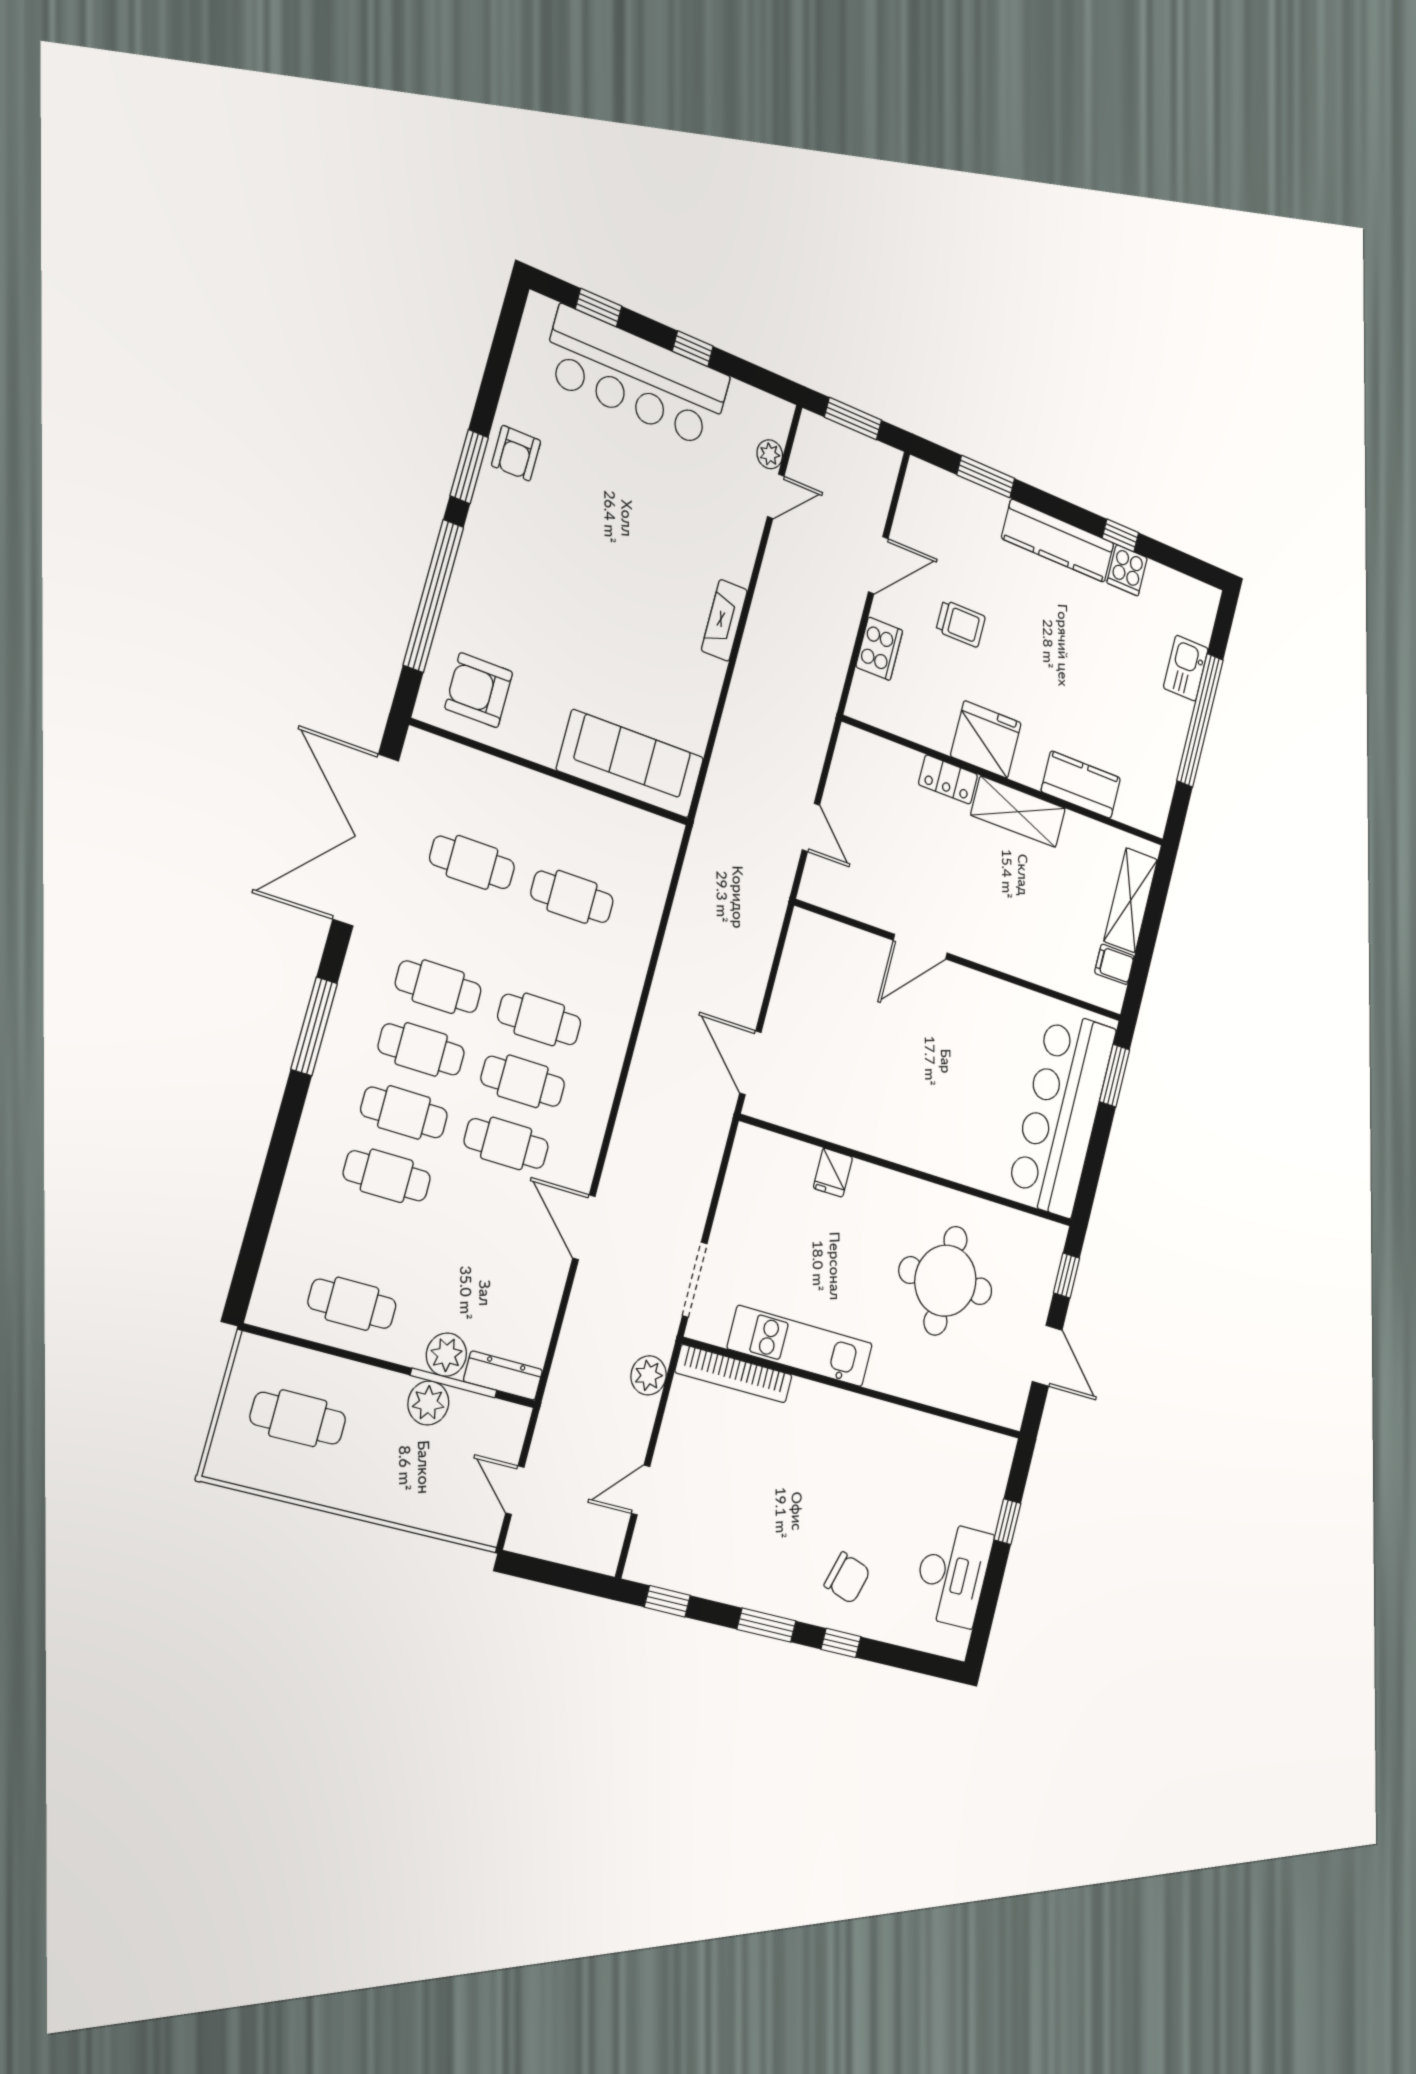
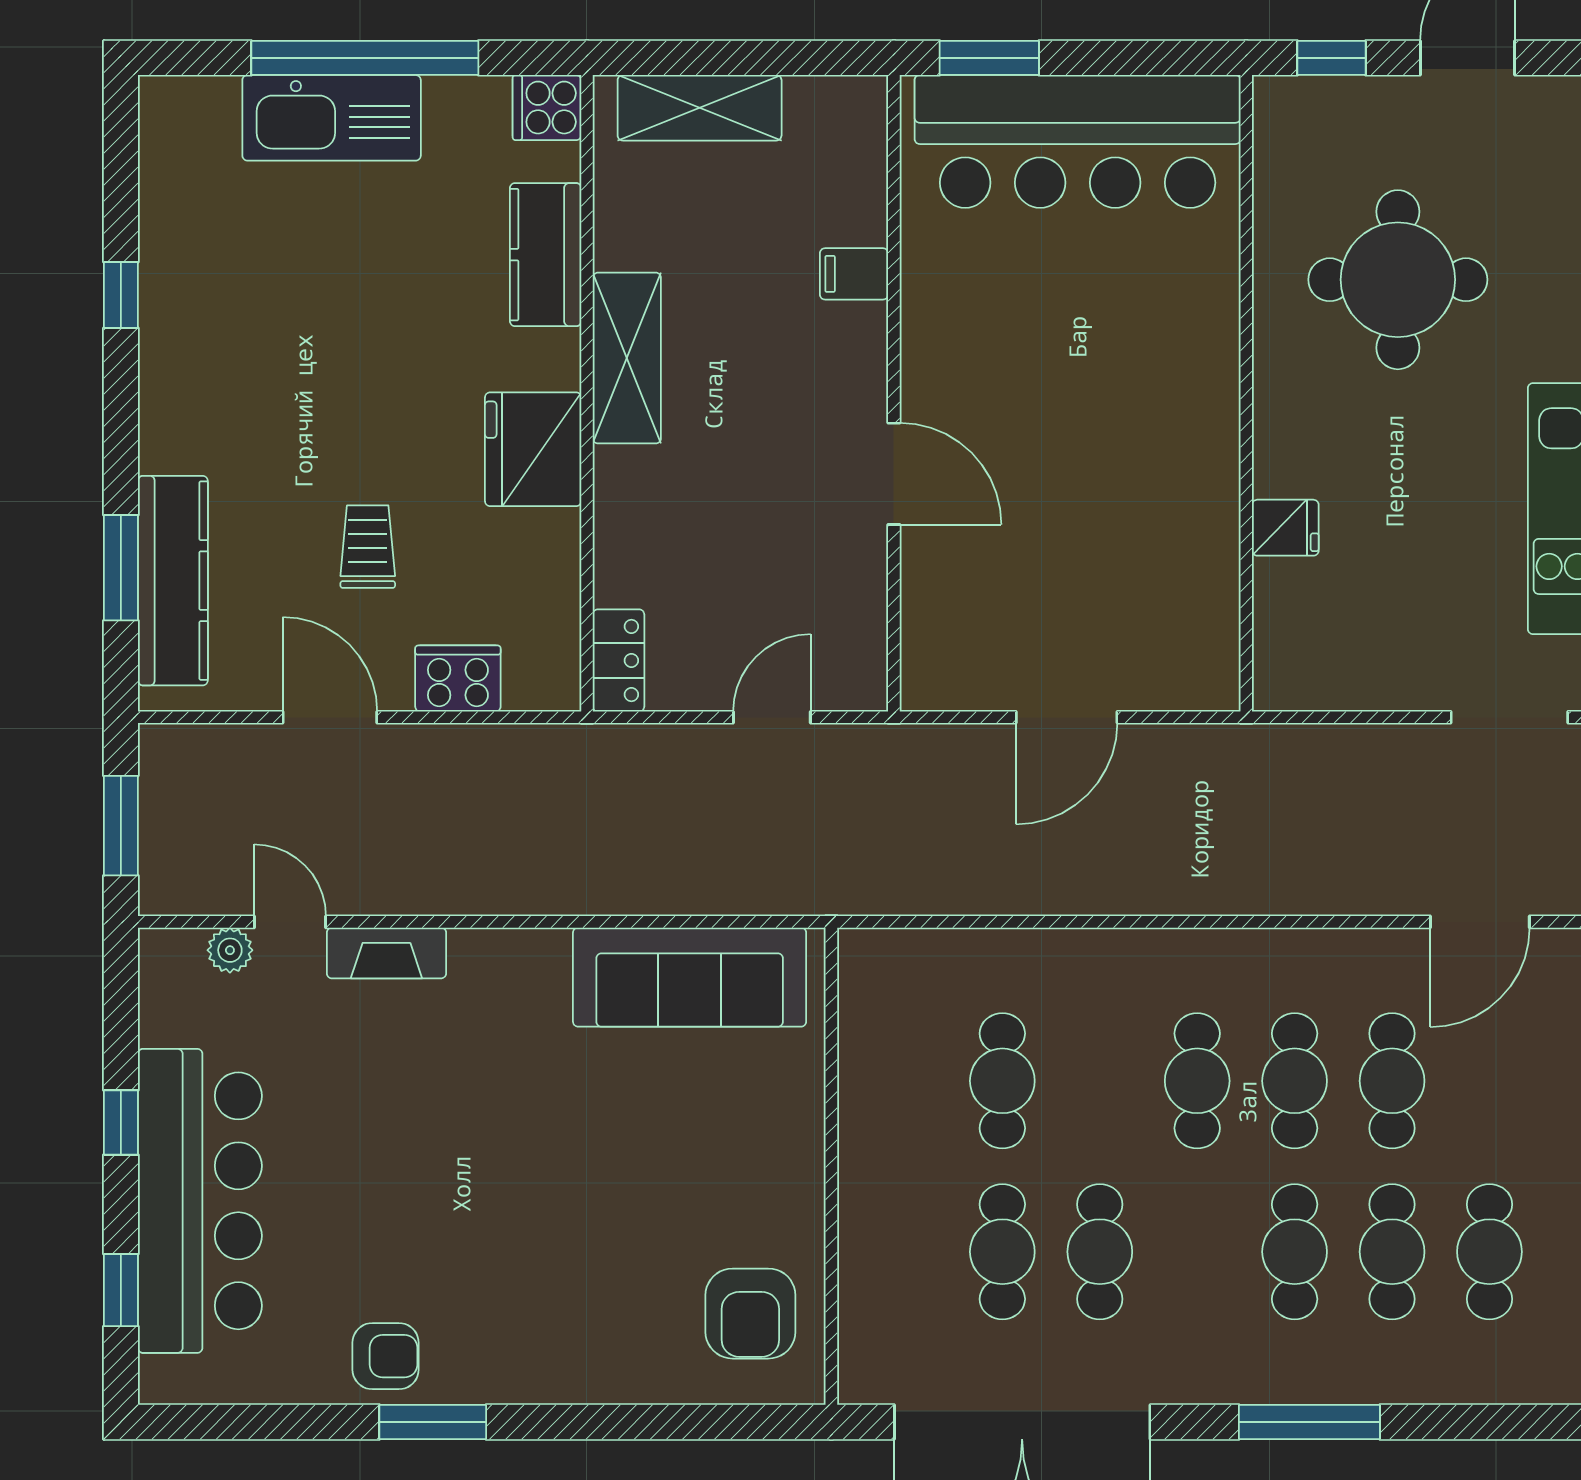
kitchen counter: (1058, 541) -> (173, 581), moved
cooker: (1127, 570) -> (547, 108), moved, turned 180
window: (433, 596) -> (639, 1422), removed
fireplace: (724, 620) -> (386, 953), moved
kitchen sink: (1186, 668) -> (332, 118), width x1.88, depth x1.24
sofa: (630, 764) -> (690, 977), moved, turned -90
locker: (948, 779) -> (618, 660), moved
filing cabinet: (1114, 964) -> (854, 274), moved, turned 90
cafe table: (438, 987) -> (1100, 1252), moved
door: (750, 1063) -> (1067, 717), moved

